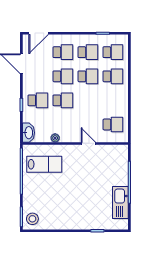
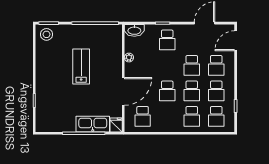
door: (39, 33) -> (236, 41), hinge flipped
school desk: (63, 100) -> (167, 91), moved
door: (88, 143) -> (123, 91), width x1.88
fridge: (121, 150) -> (116, 125), added
lab bench: (44, 164) -> (81, 66), moved, turned 180
kitchen sink: (120, 203) -> (93, 124), moved

